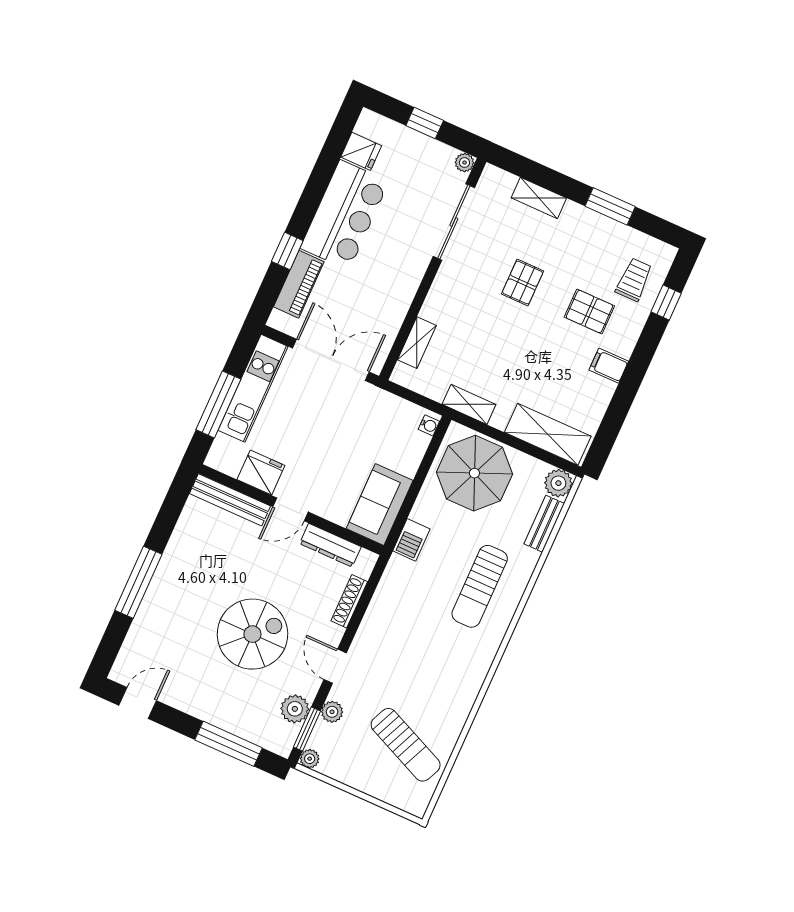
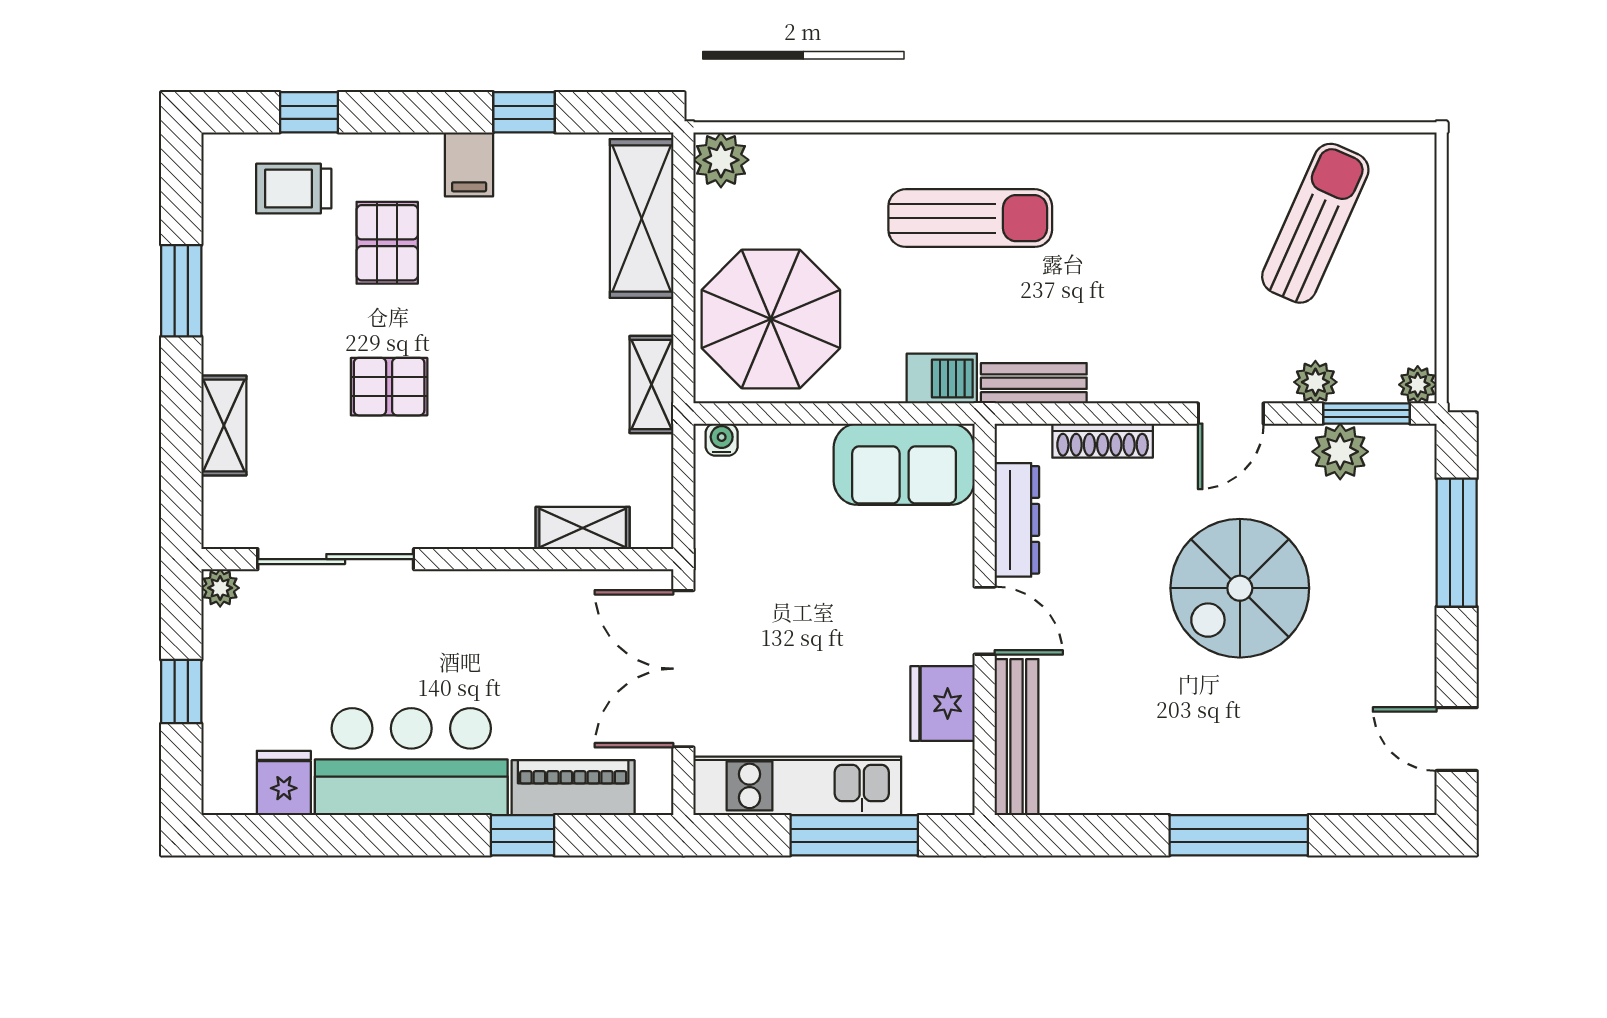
window: (621, 402) -> (524, 112), added
bench: (544, 524) -> (1034, 383), moved
spiral stairs: (252, 634) -> (1240, 588), turned -90

